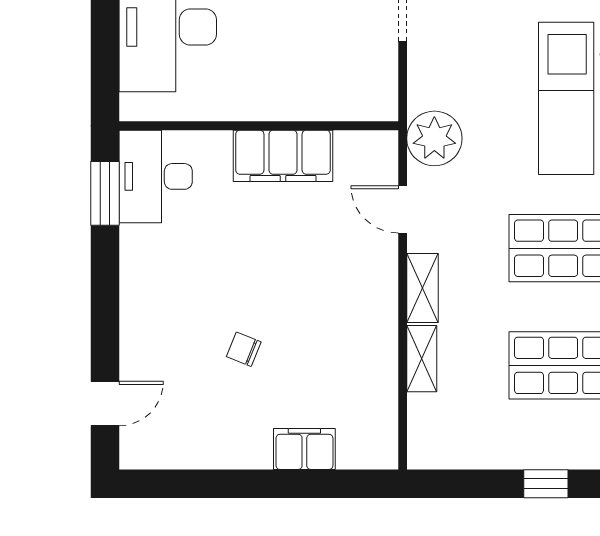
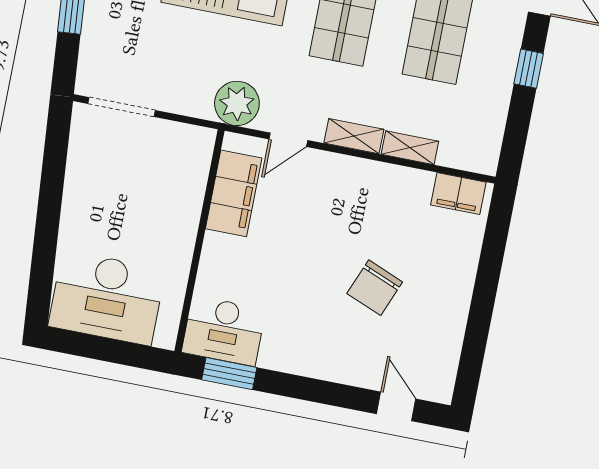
filing cabinet: (283, 156) -> (234, 193), moved
chair: (244, 349) -> (375, 288), width x1.87, depth x1.87
filing cabinet: (304, 449) -> (458, 194), moved, turned -90

